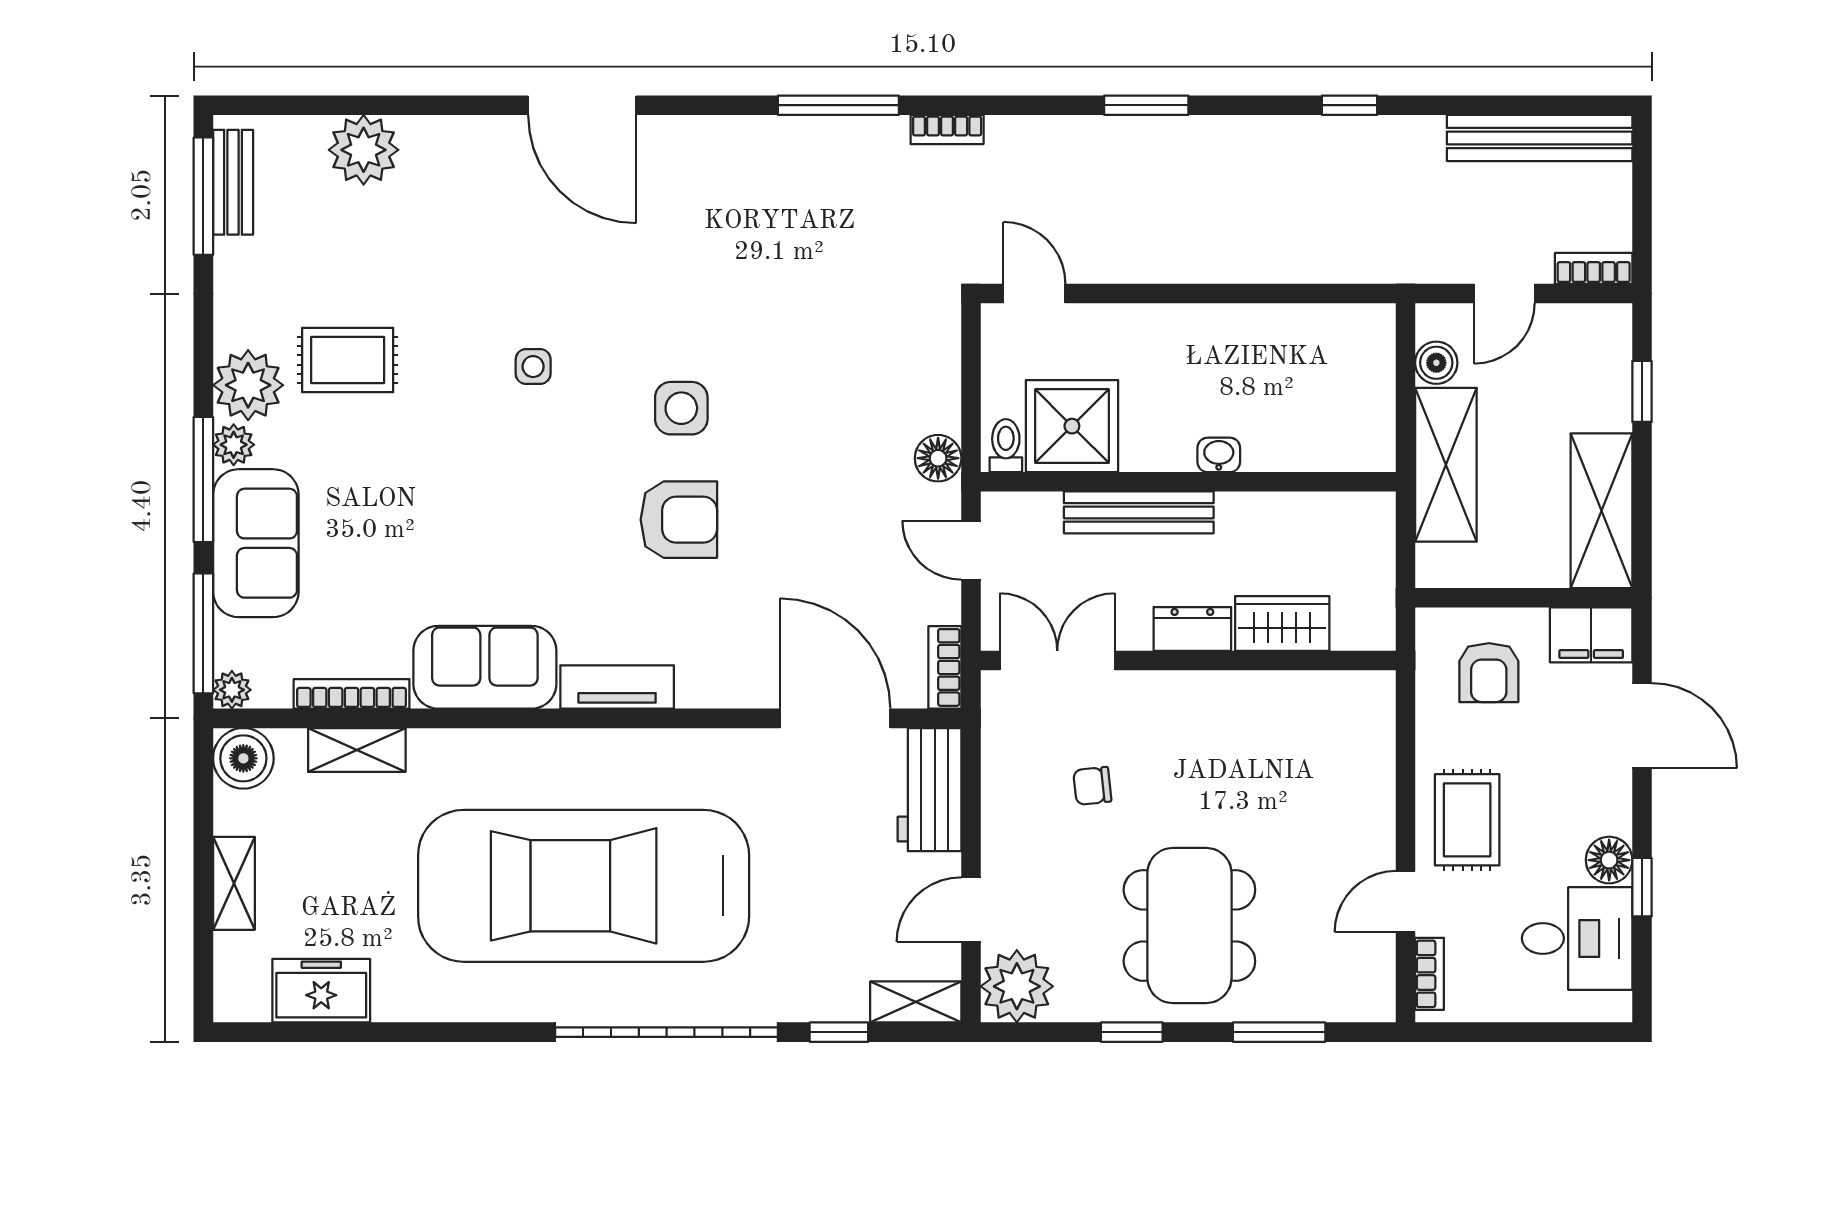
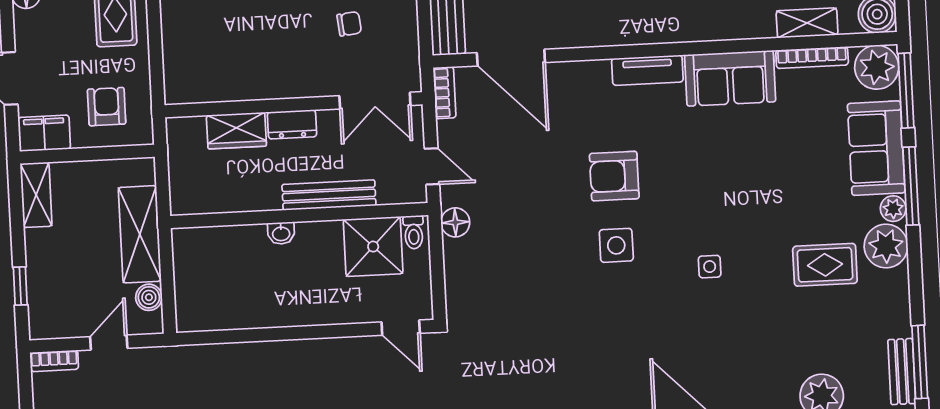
shelving: (1601, 511) -> (36, 195), width x0.67, depth x0.75
plant: (232, 690) -> (877, 67), width x1.88, depth x1.88

